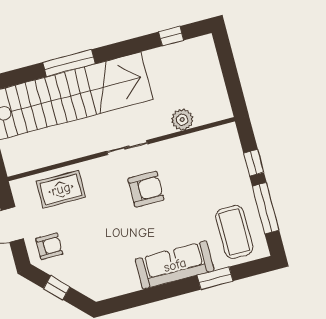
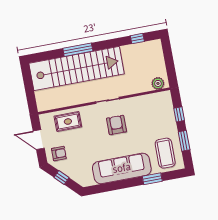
plant: (182, 120) -> (158, 83), moved
armchair: (146, 189) -> (116, 125), turned -90
window: (266, 208) -> (184, 141), width x0.69
sofa: (175, 265) -> (122, 168), width x1.36, depth x1.27

